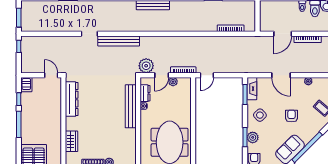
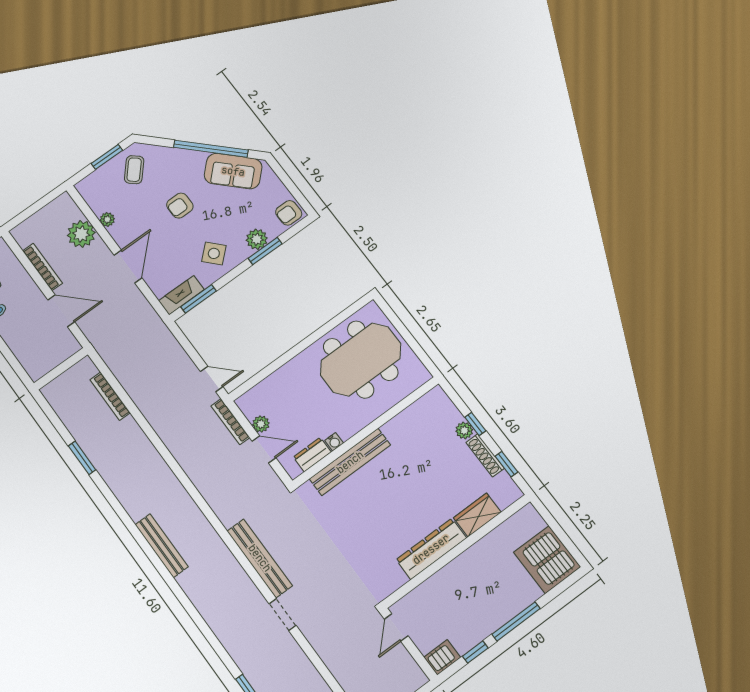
plant: (146, 66) -> (81, 234), moved
dresser: (72, 99) -> (431, 549), moved

